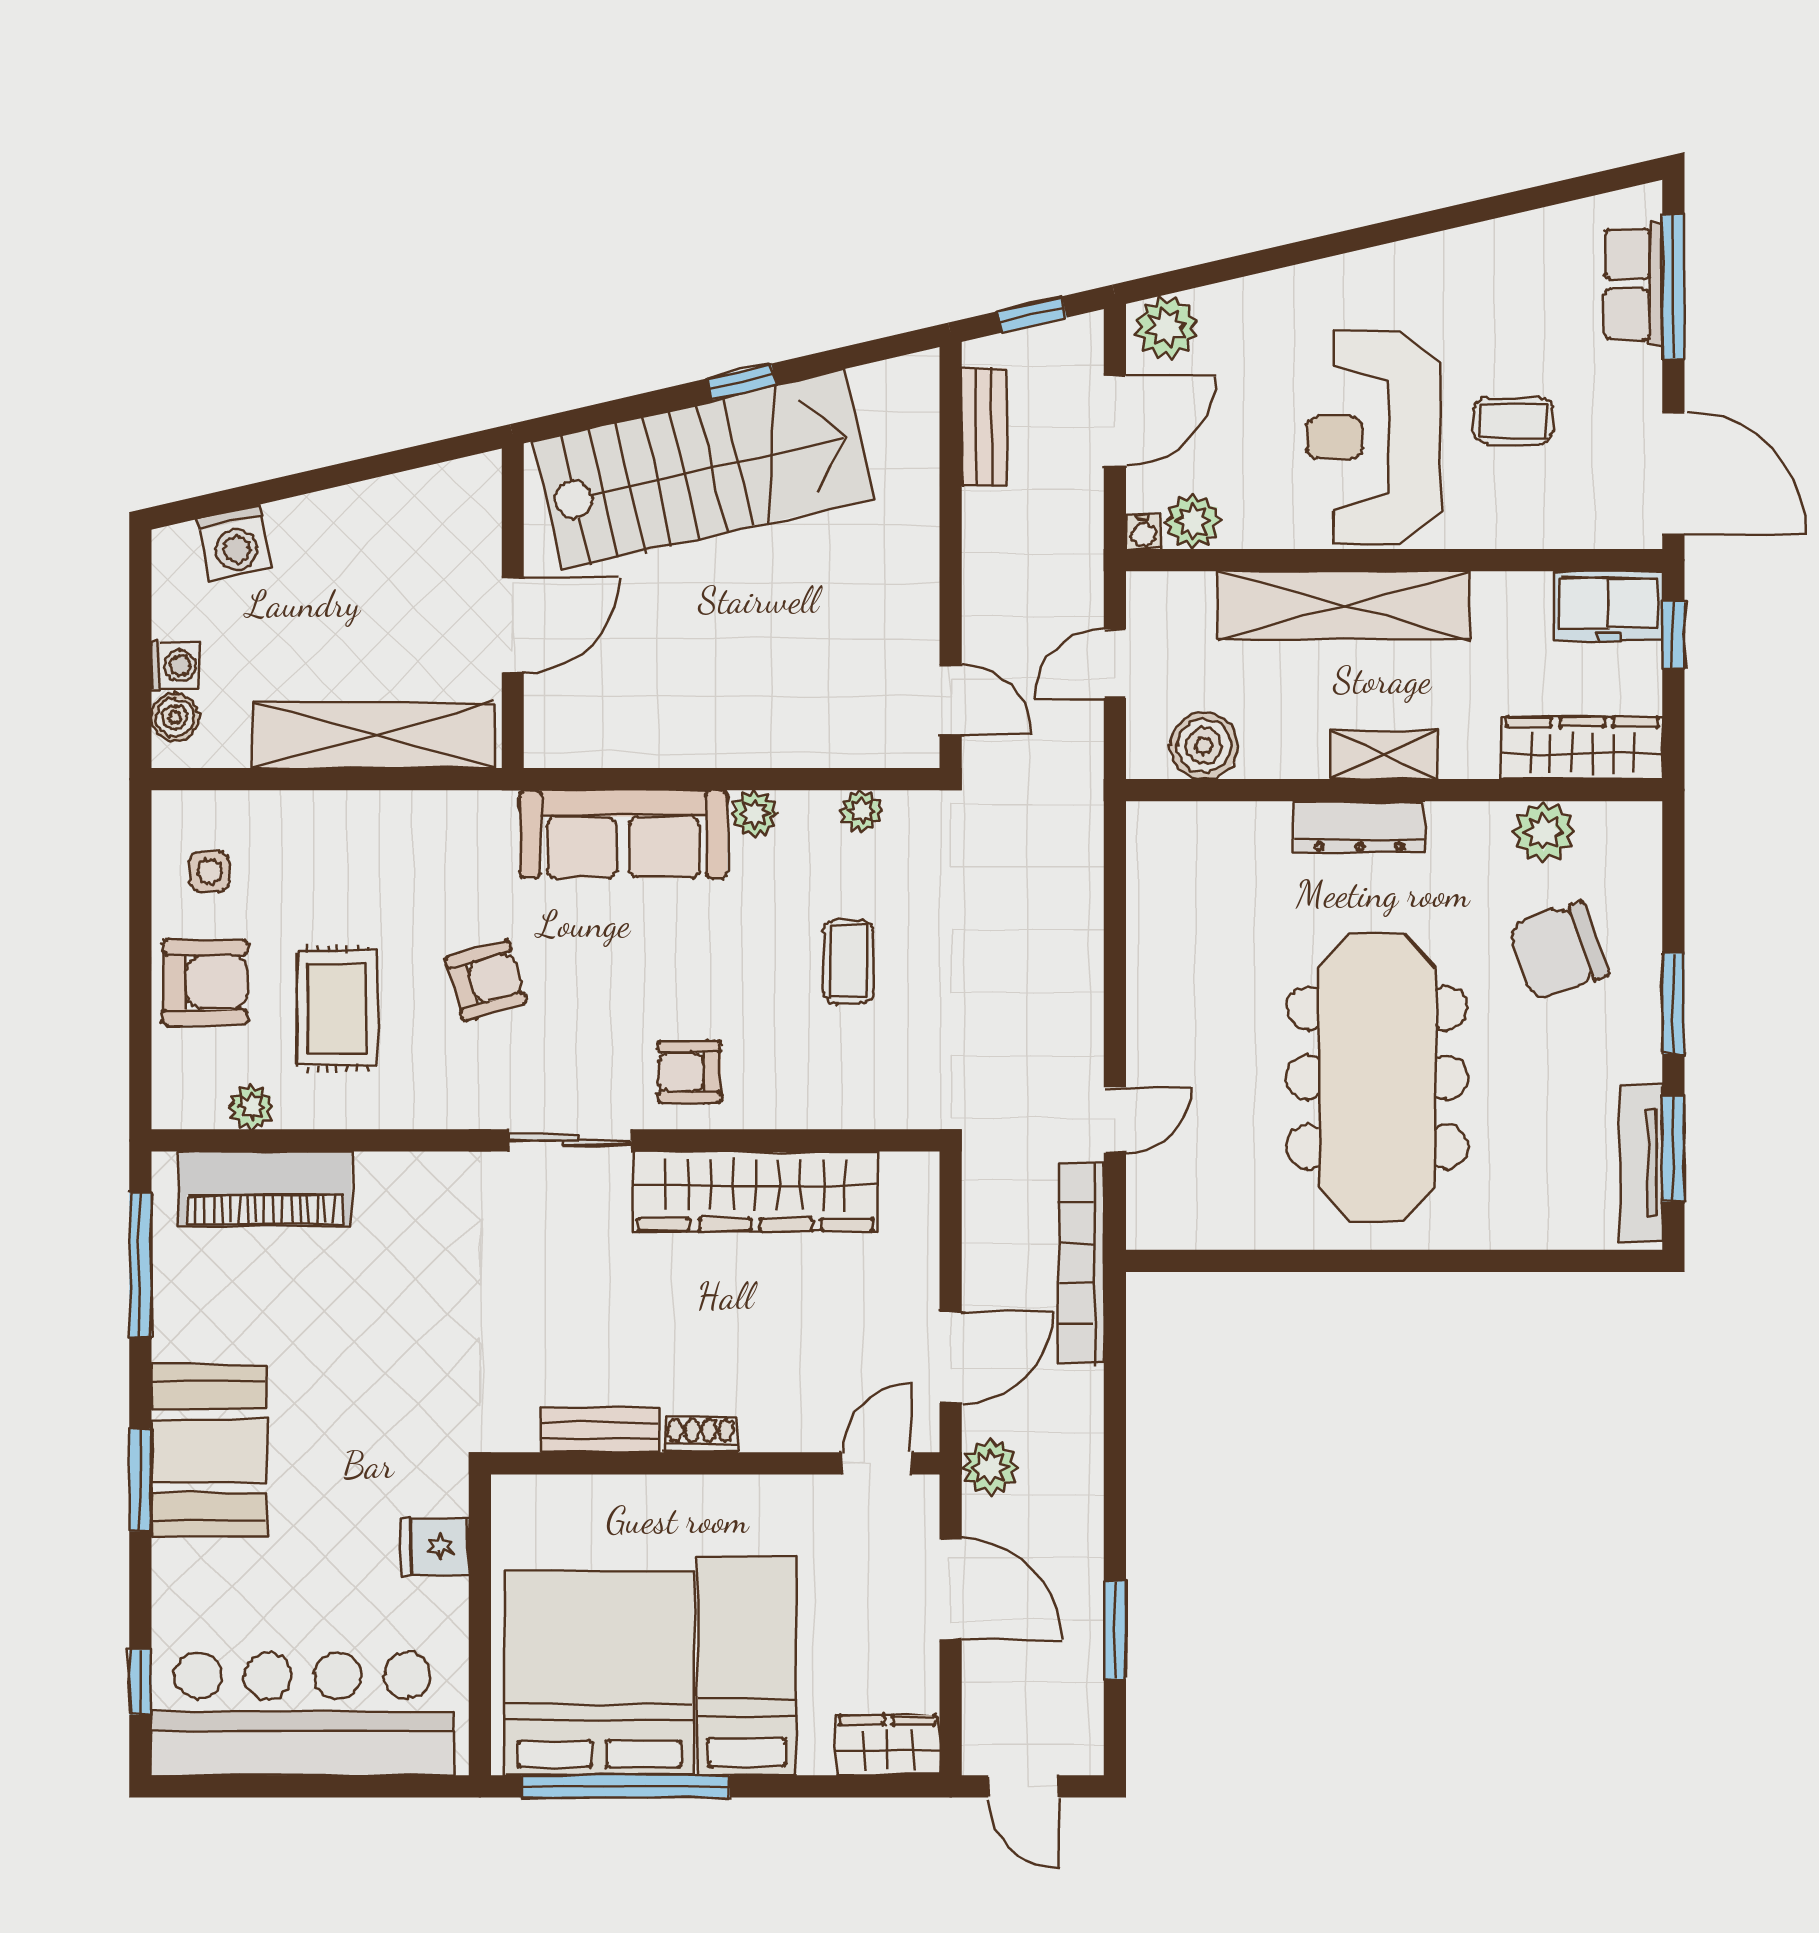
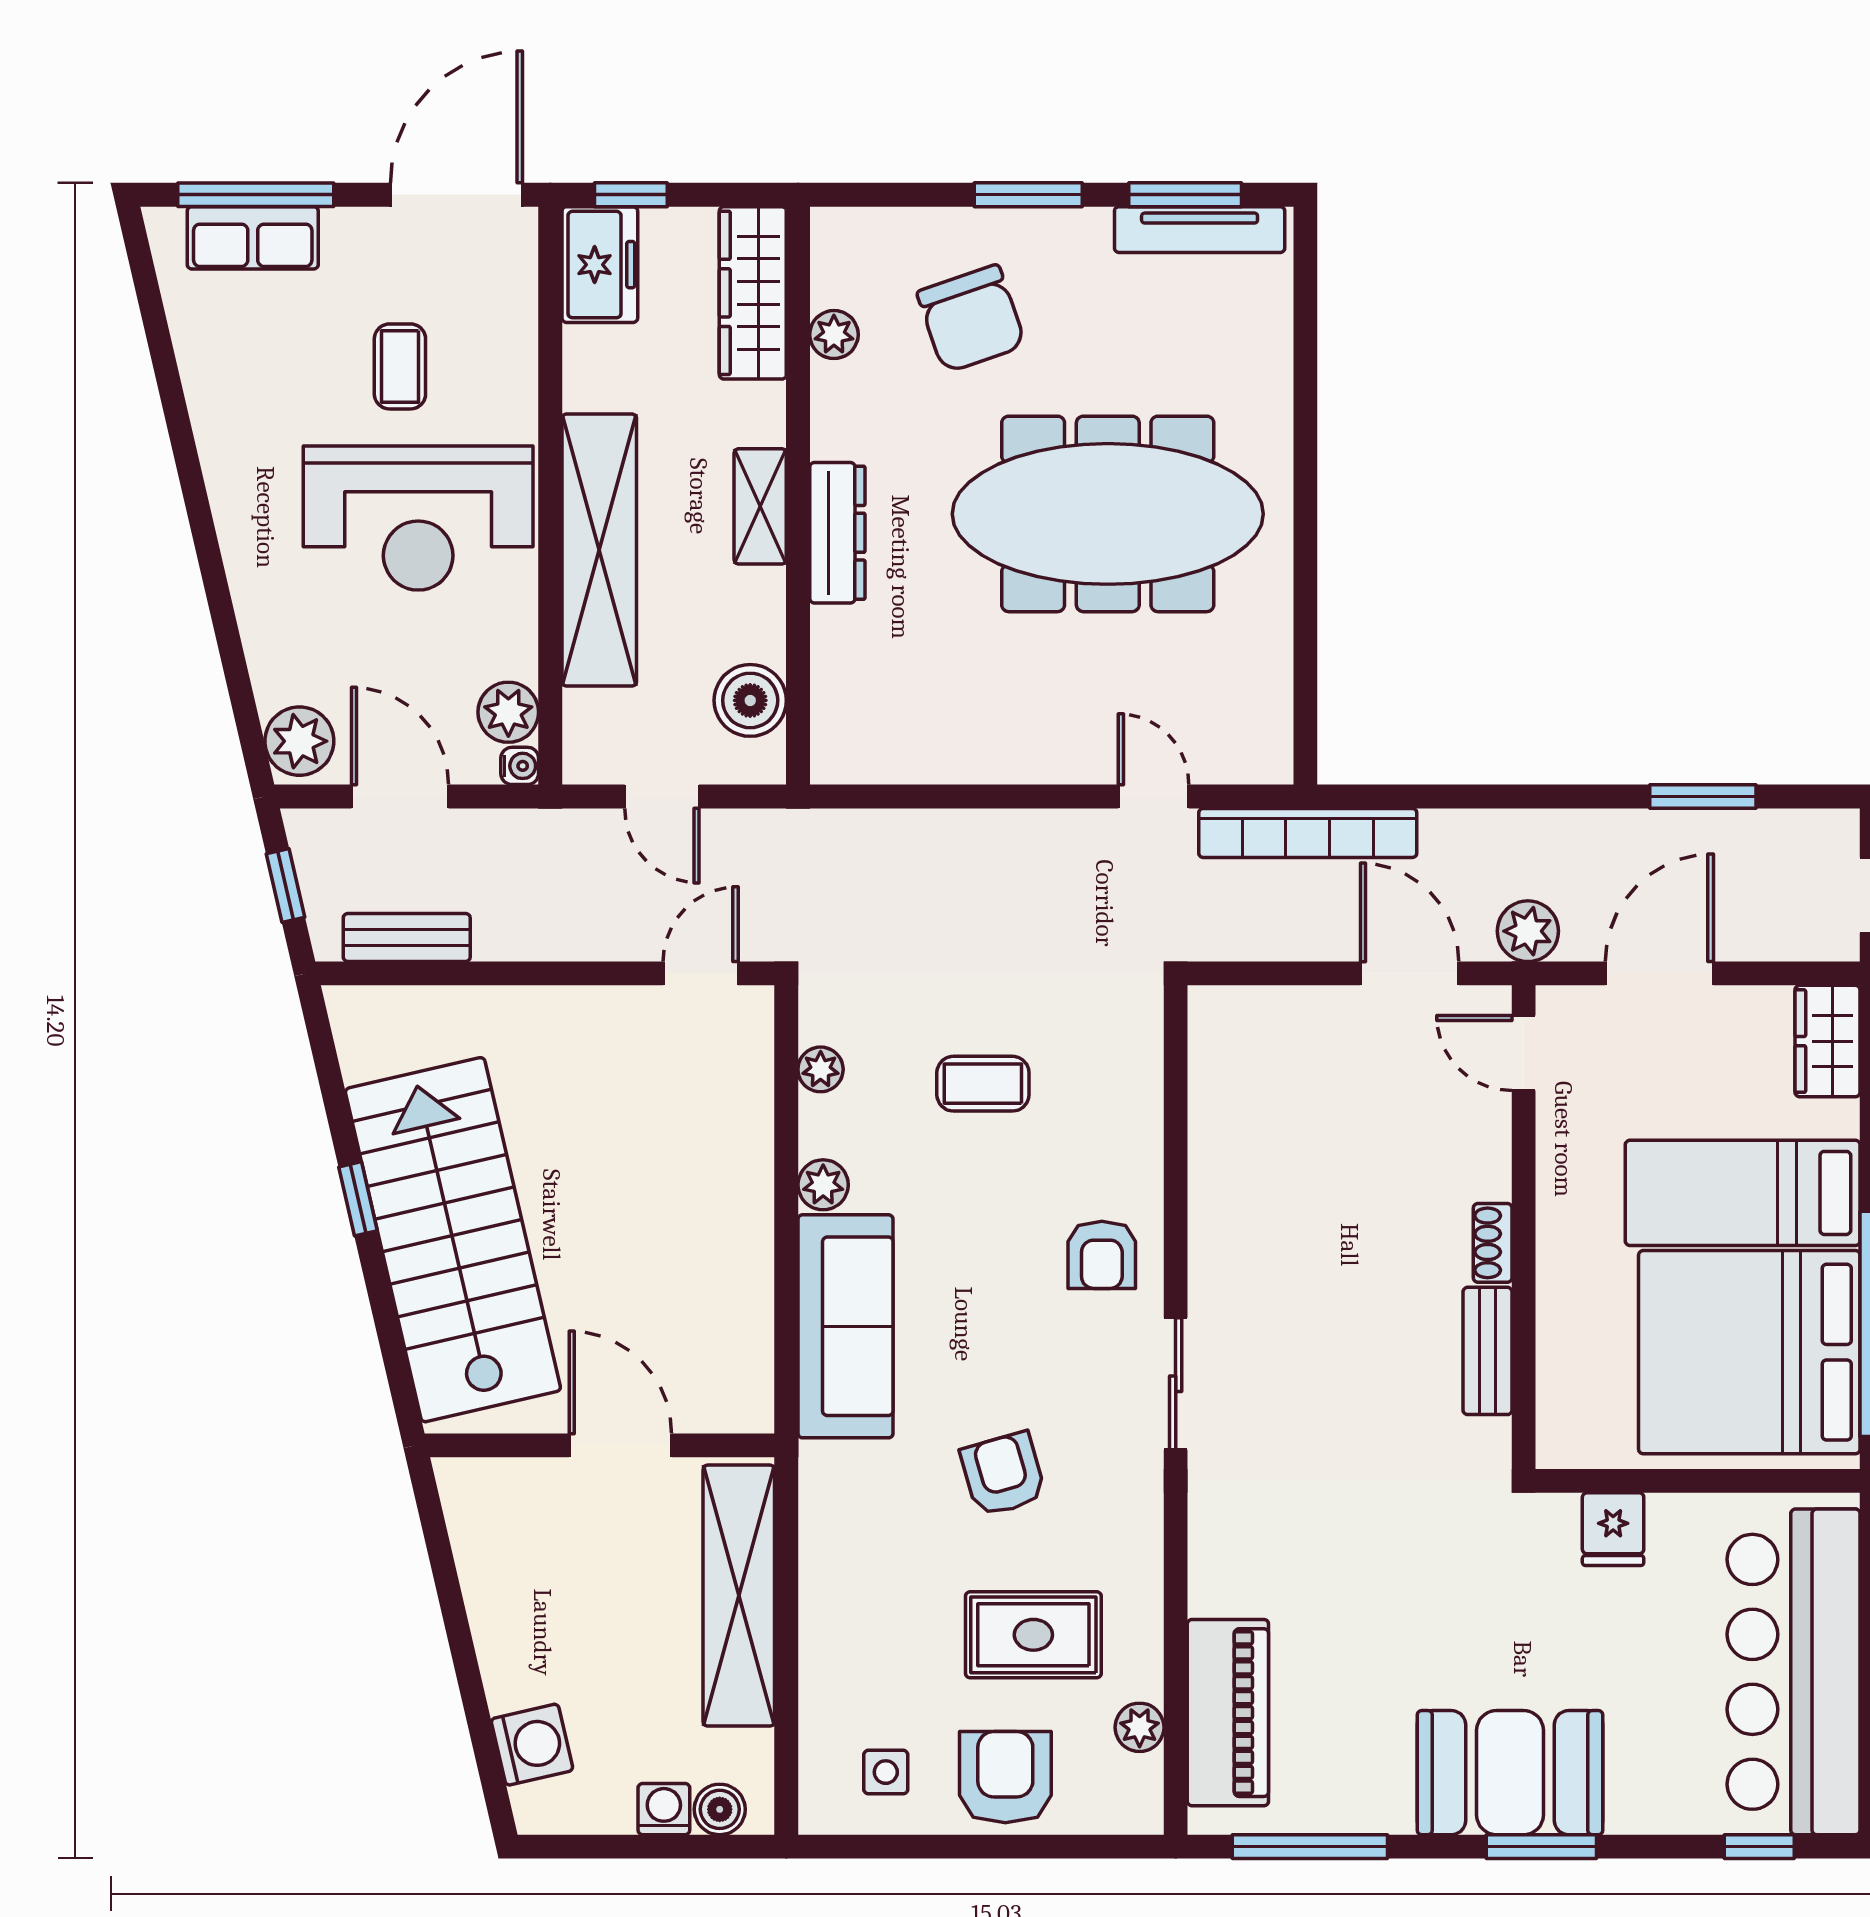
plant: (1544, 832) -> (834, 335), width x0.73, depth x0.73
wardrobe: (755, 1191) -> (1230, 1184), removed

